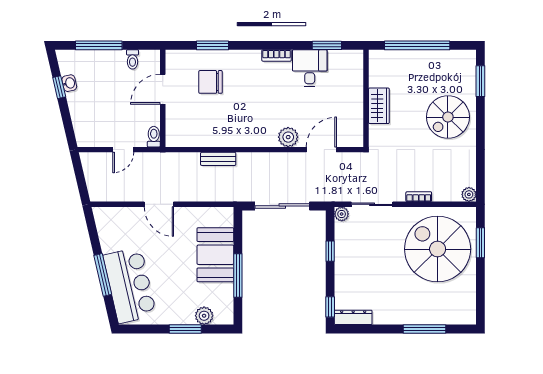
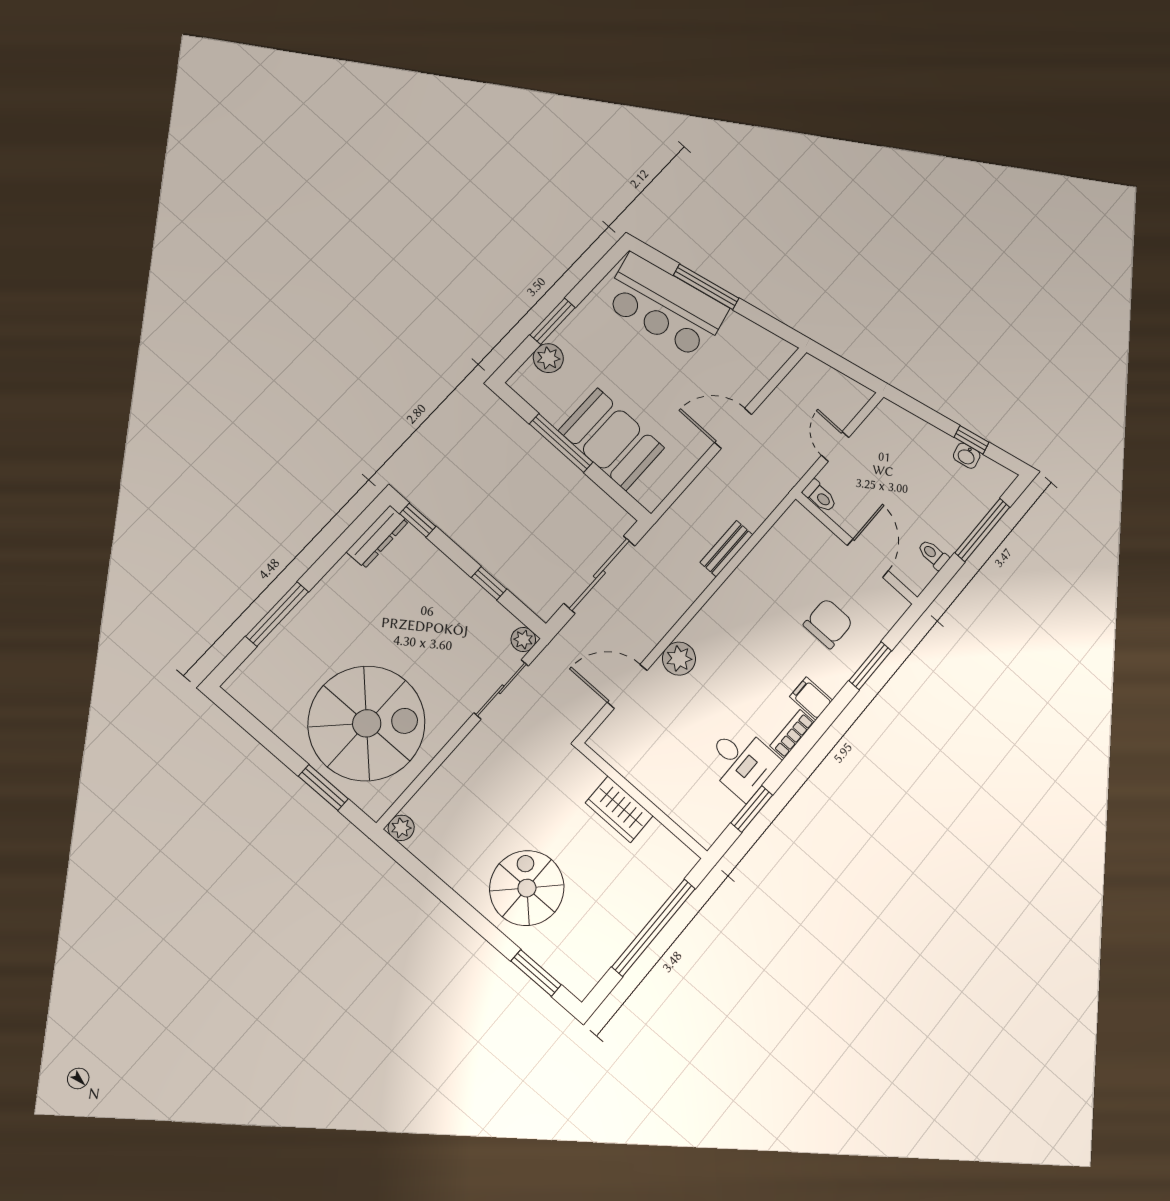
filing cabinet: (252, 60) -> (811, 698), added
door: (321, 150) -> (627, 686), swing flipped
bookcase: (419, 197) -> (457, 759), removed

